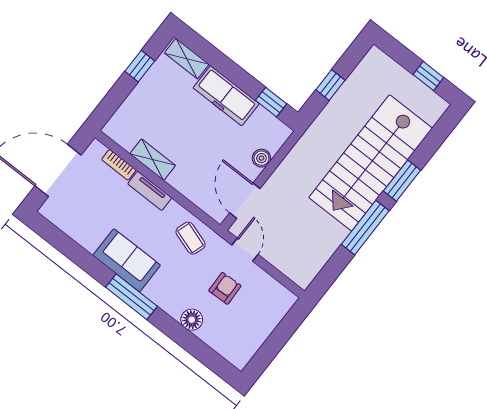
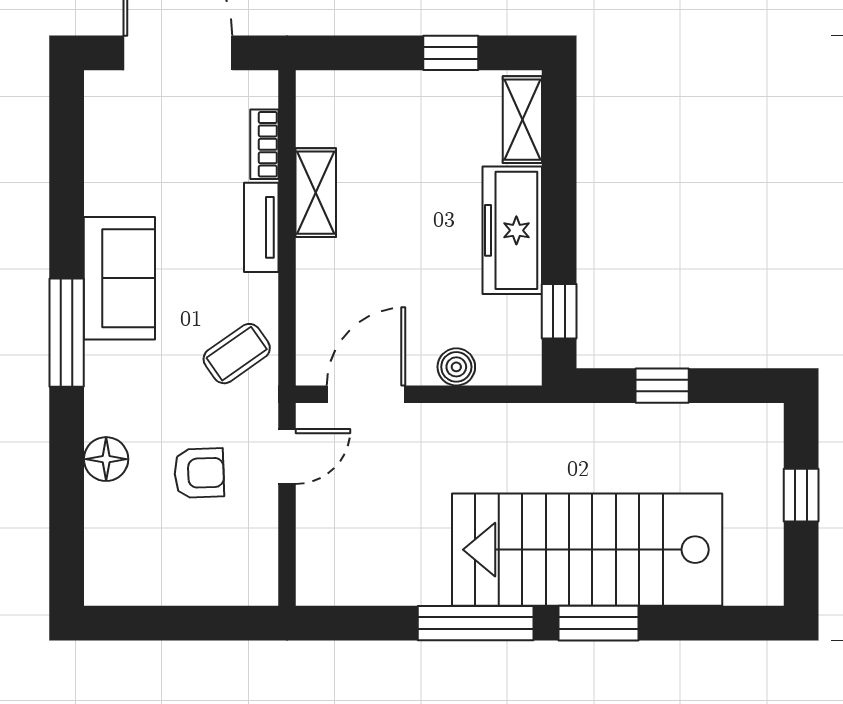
window: (428, 76) -> (801, 495), moved
coffee table: (191, 238) -> (237, 354), turned 37

